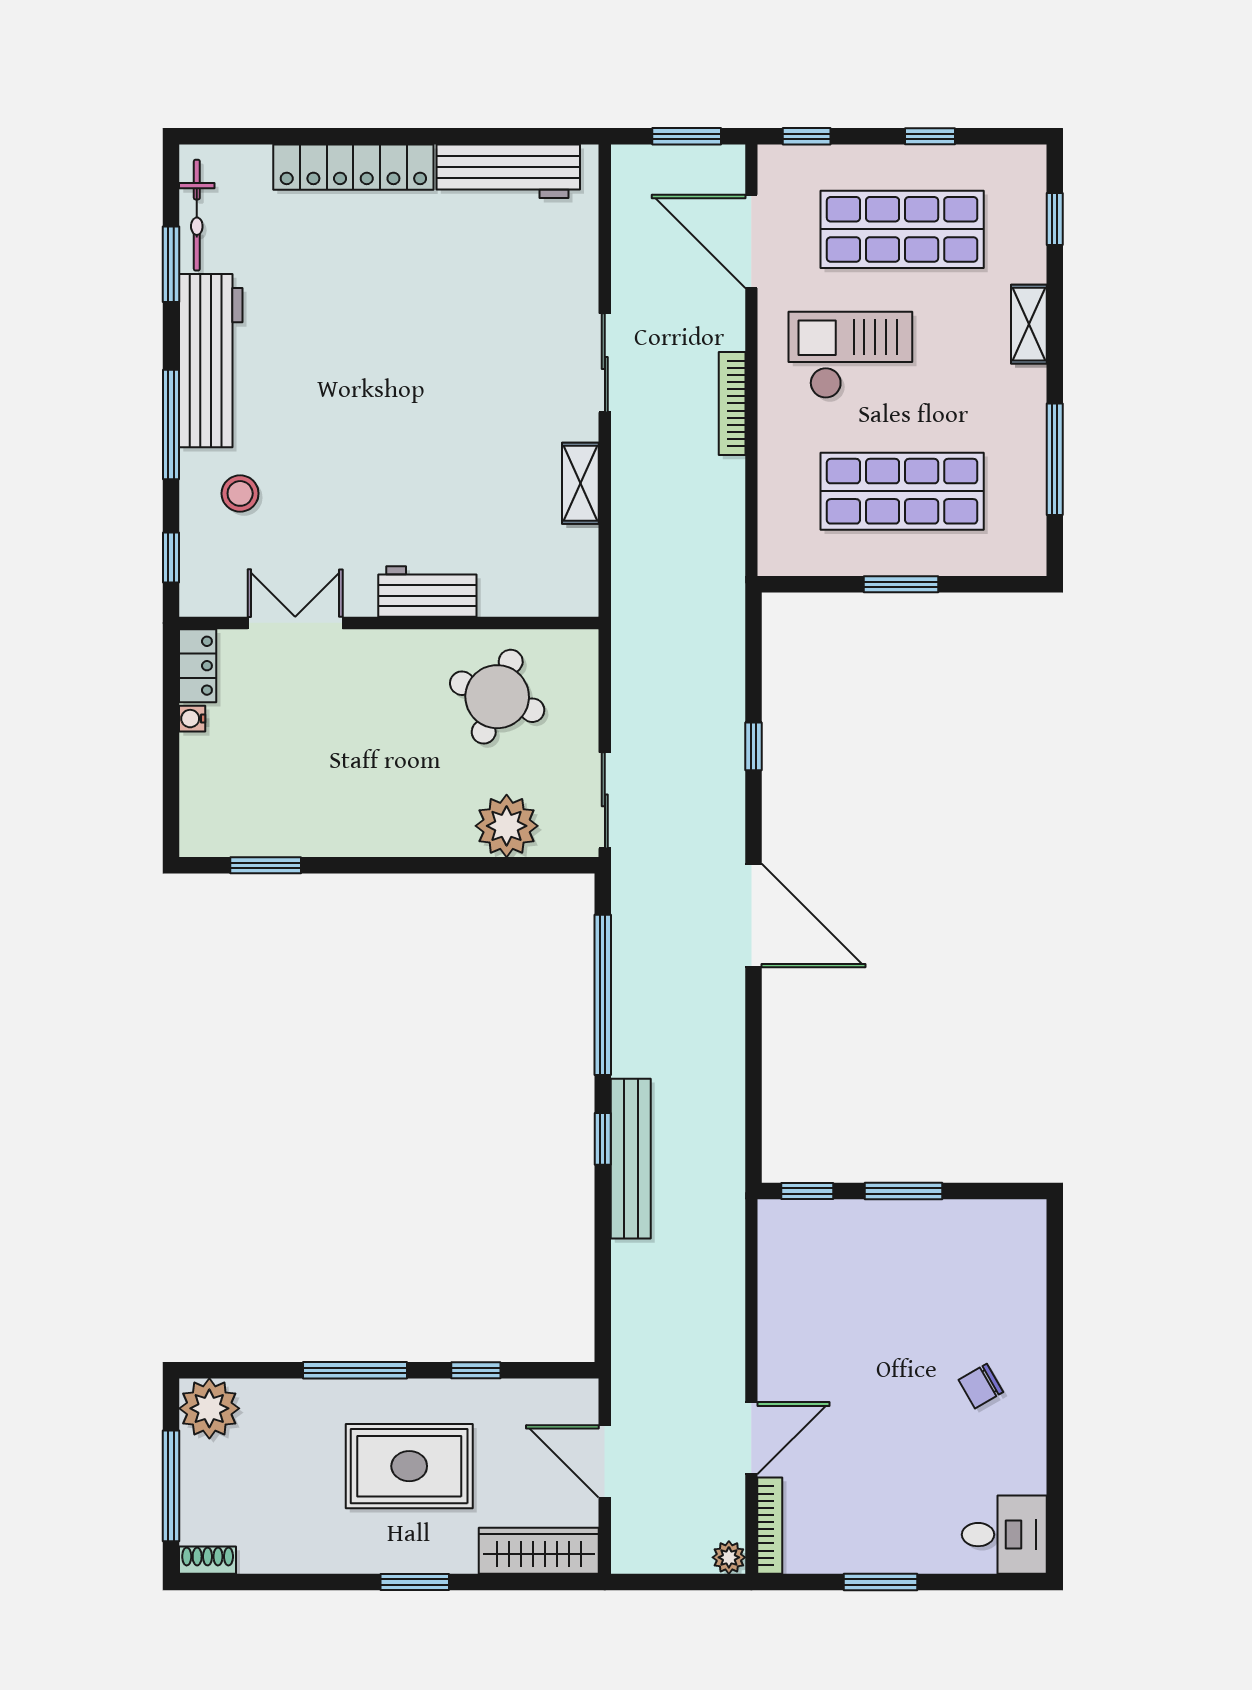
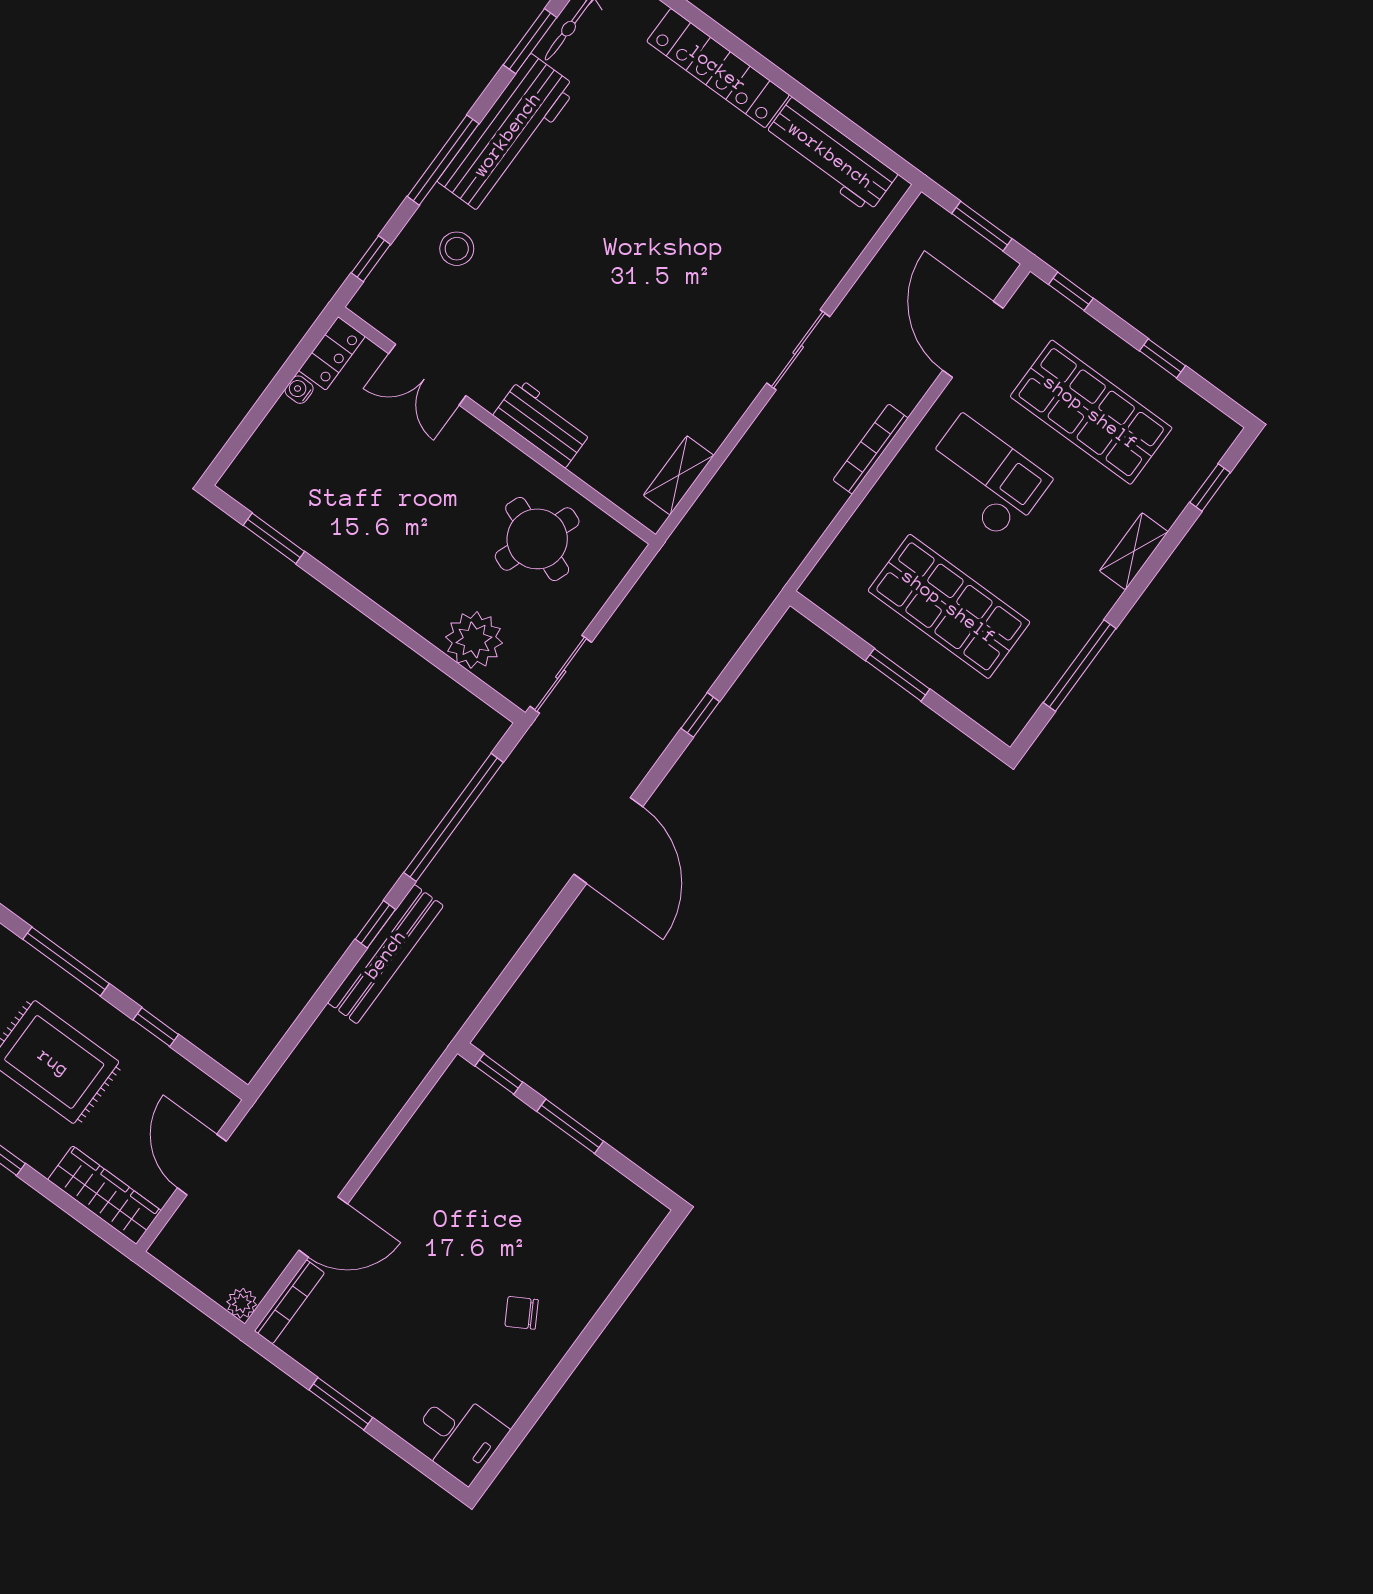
shelving: (580, 483) -> (679, 475), moved
double door: (295, 623) -> (427, 375), swing flipped

